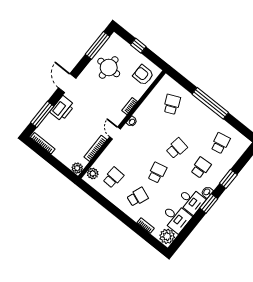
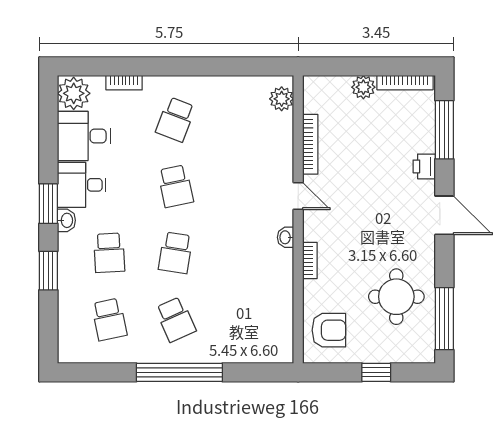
school desk: (172, 104) -> (176, 319), moved
printer: (62, 109) -> (424, 166), width x0.53, depth x0.68
plant: (77, 168) -> (363, 87), moved
school desk: (113, 178) -> (242, 119), removed

